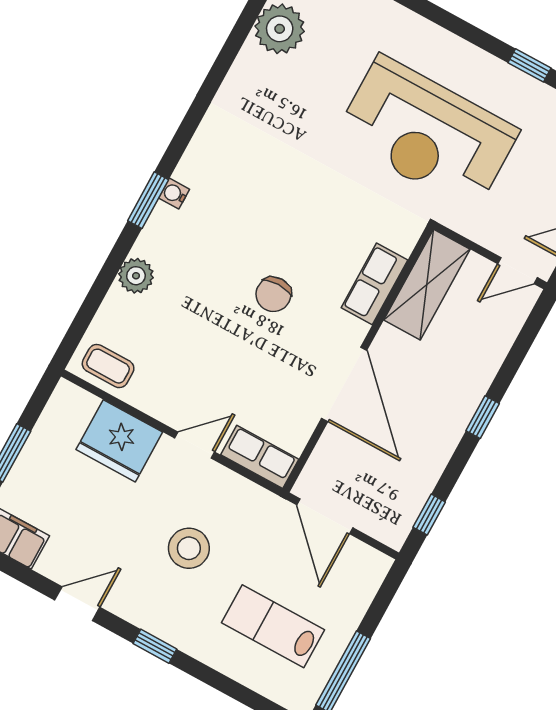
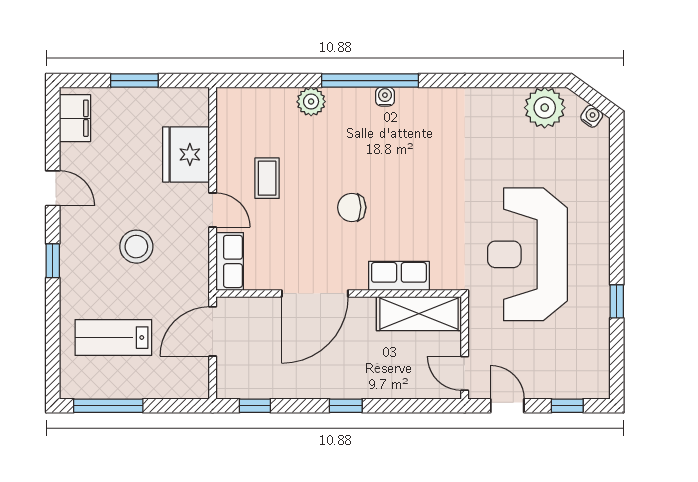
window: (148, 200) -> (370, 81), width x2.11
coffee table: (108, 366) -> (267, 178), moved
lab bench: (273, 626) -> (113, 338), turned -90

